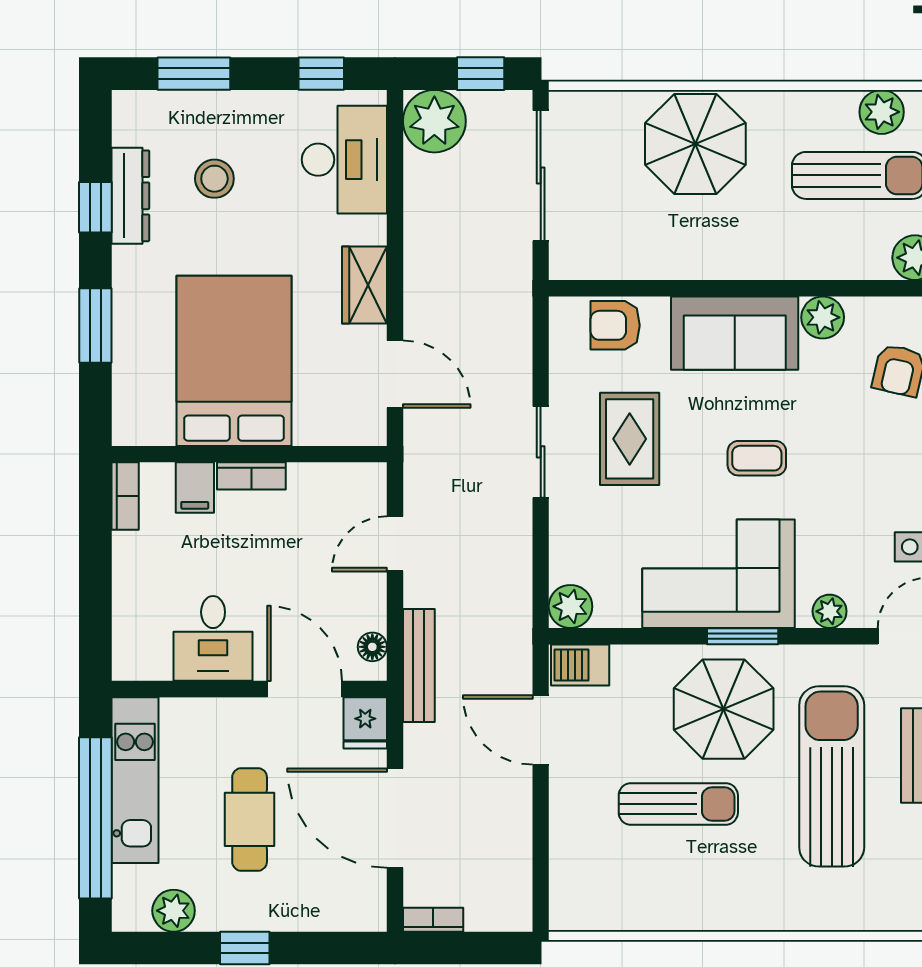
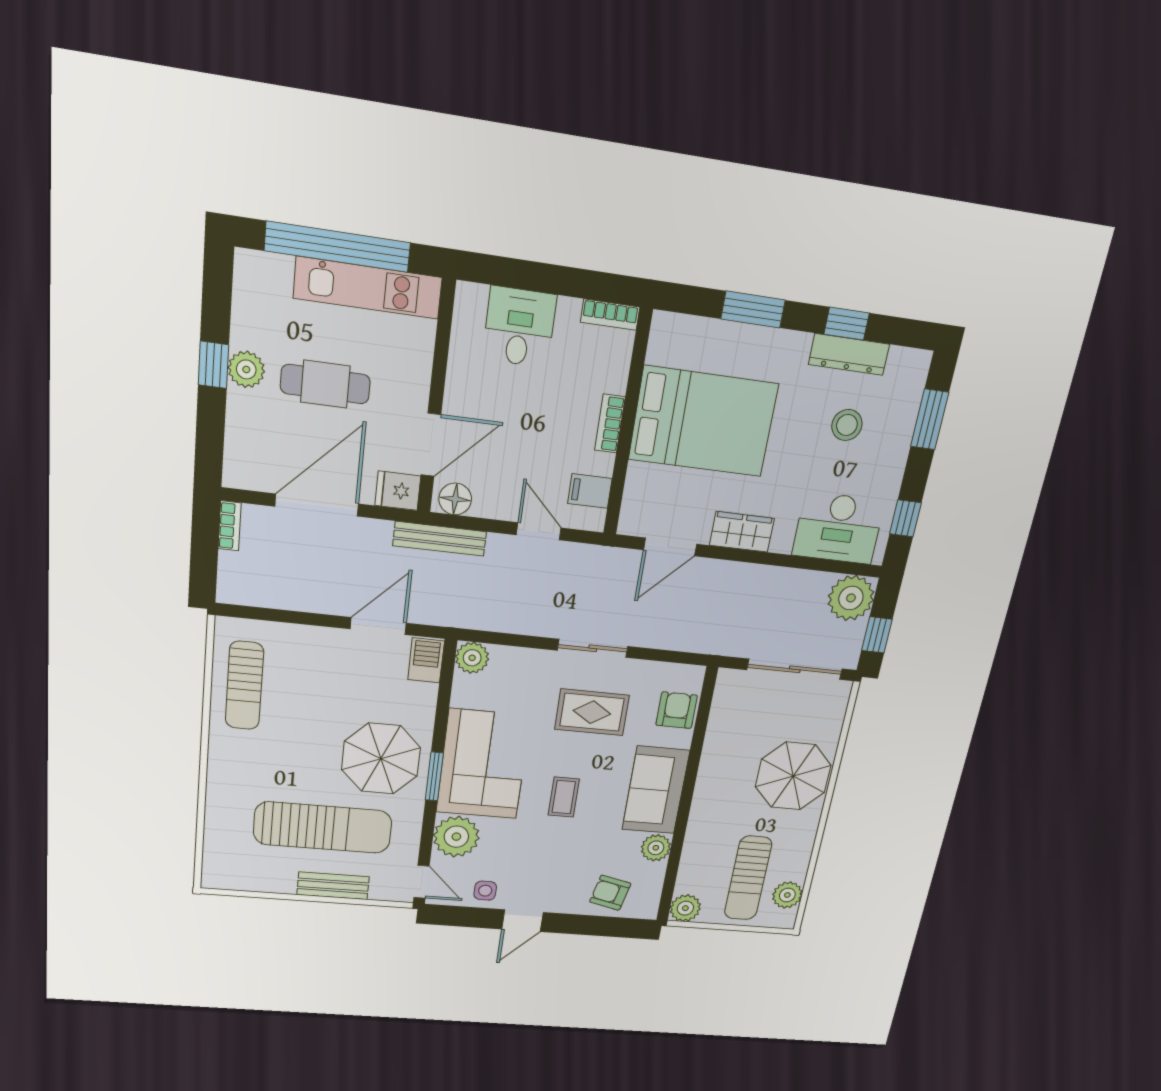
filing cabinet: (195, 488) -> (590, 491), moved
plant: (830, 611) -> (456, 837), width x1.88, depth x1.88
desk: (213, 638) -> (519, 327), moved, turned 90
floor lamp: (372, 647) -> (455, 499), width x1.37, depth x1.37
sun lounger: (678, 804) -> (244, 686), moved
plant: (174, 911) -> (246, 369), moved

